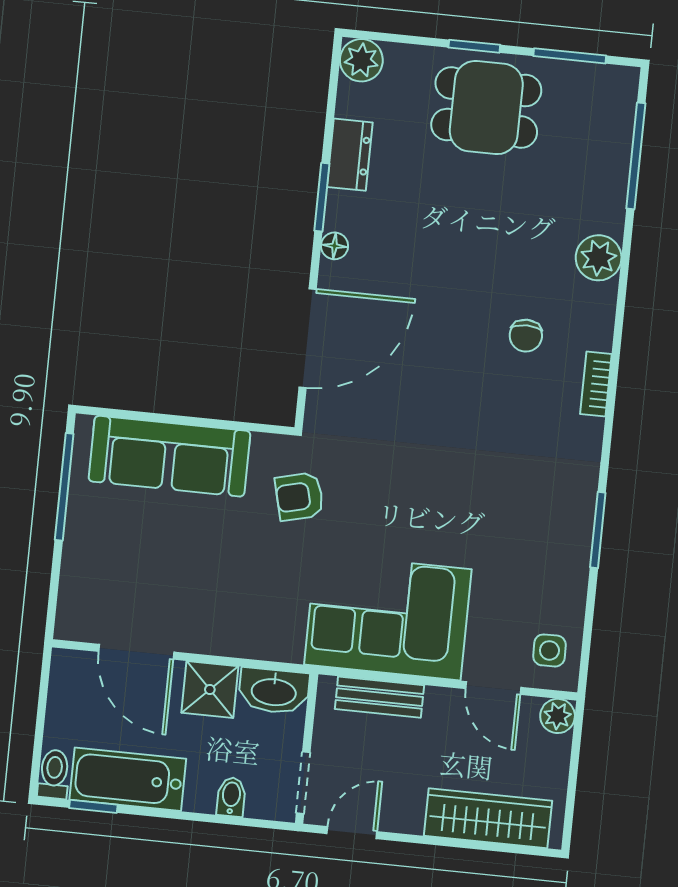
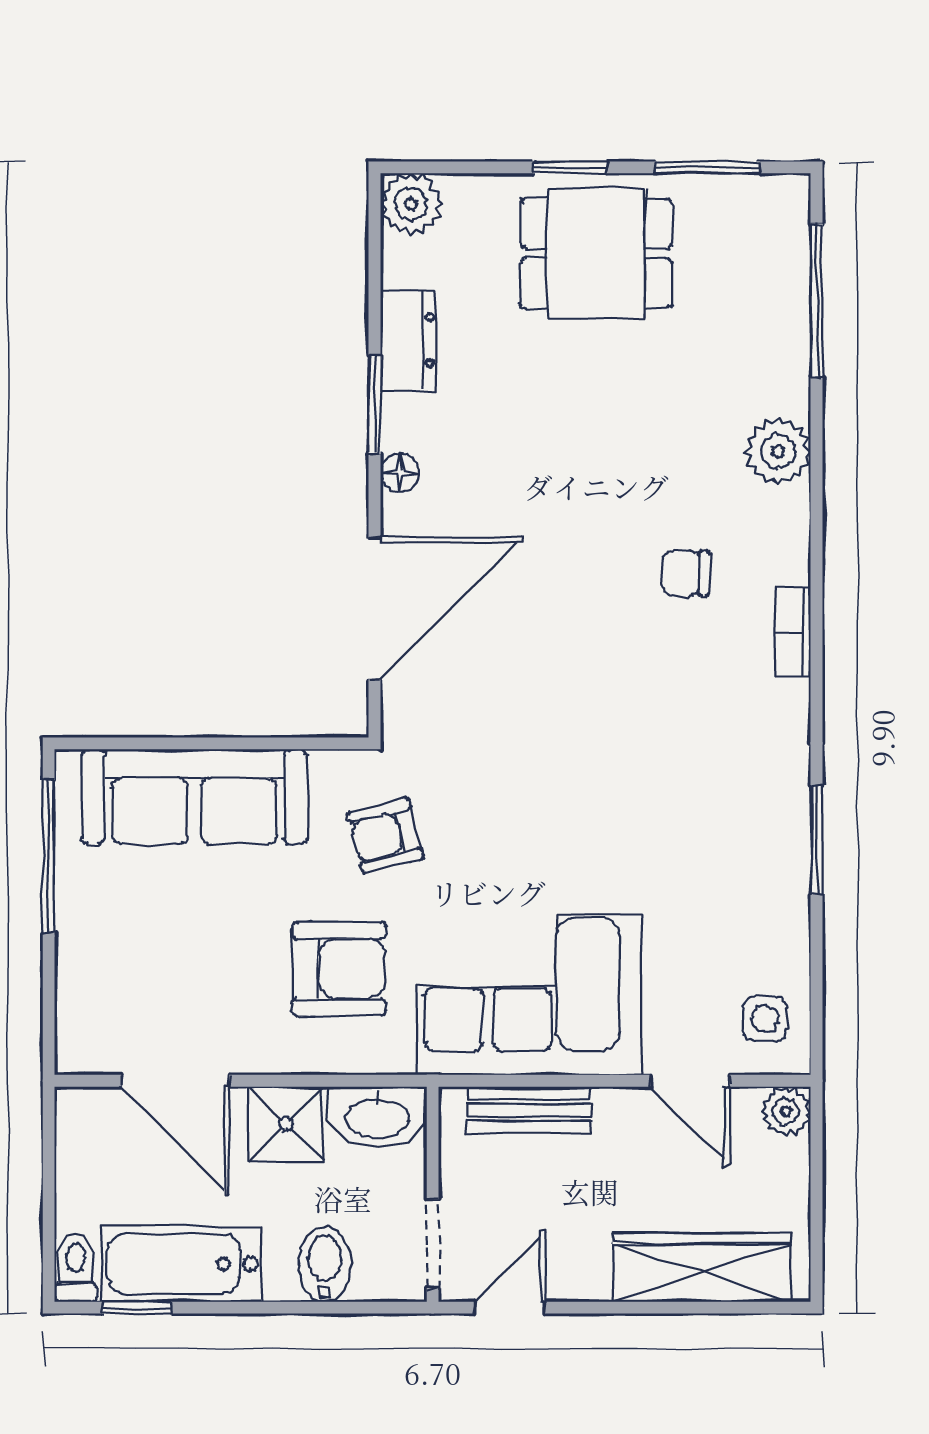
chair: (526, 336) -> (686, 573), turned 91
armchair: (258, 586) -> (339, 969), added
bidet: (231, 797) -> (325, 1264), width x1.38, depth x1.36

